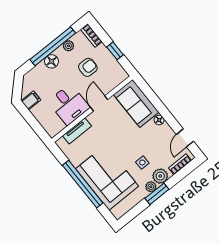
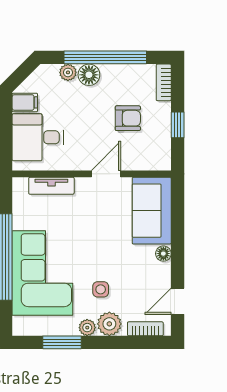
plant: (68, 46) -> (68, 72), moved
desk: (69, 104) -> (38, 137), moved, turned 90
window: (157, 194) -> (62, 342), moved

